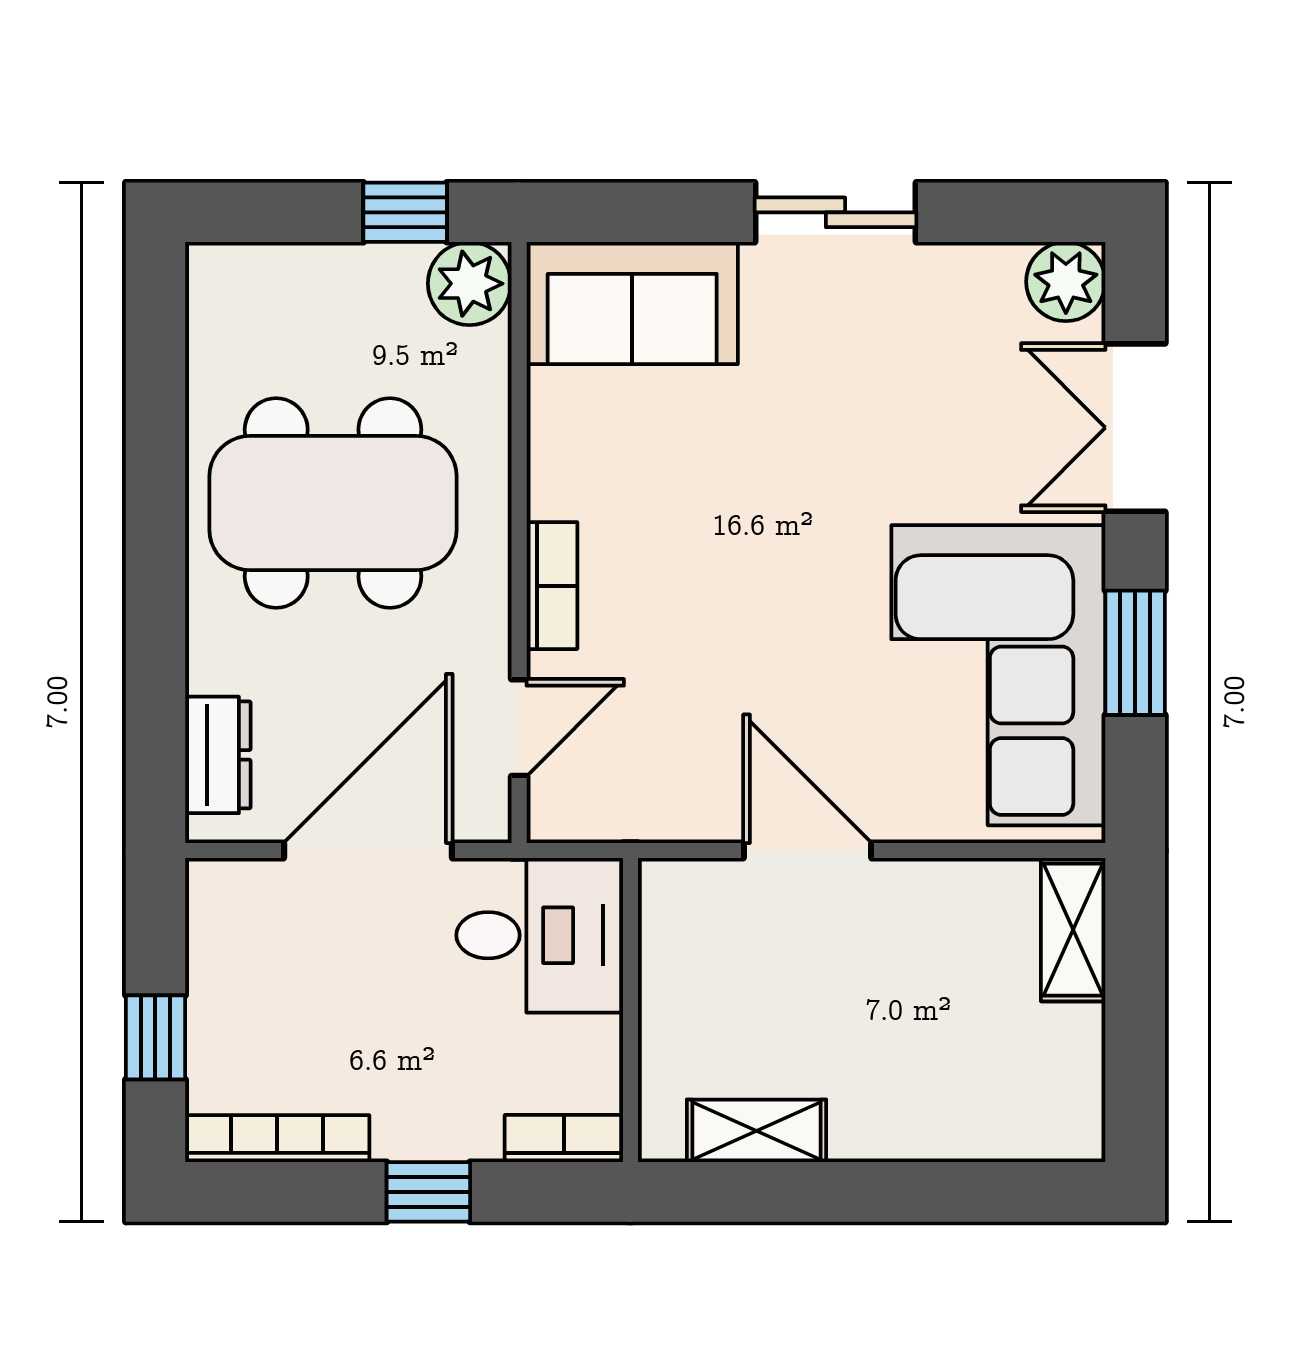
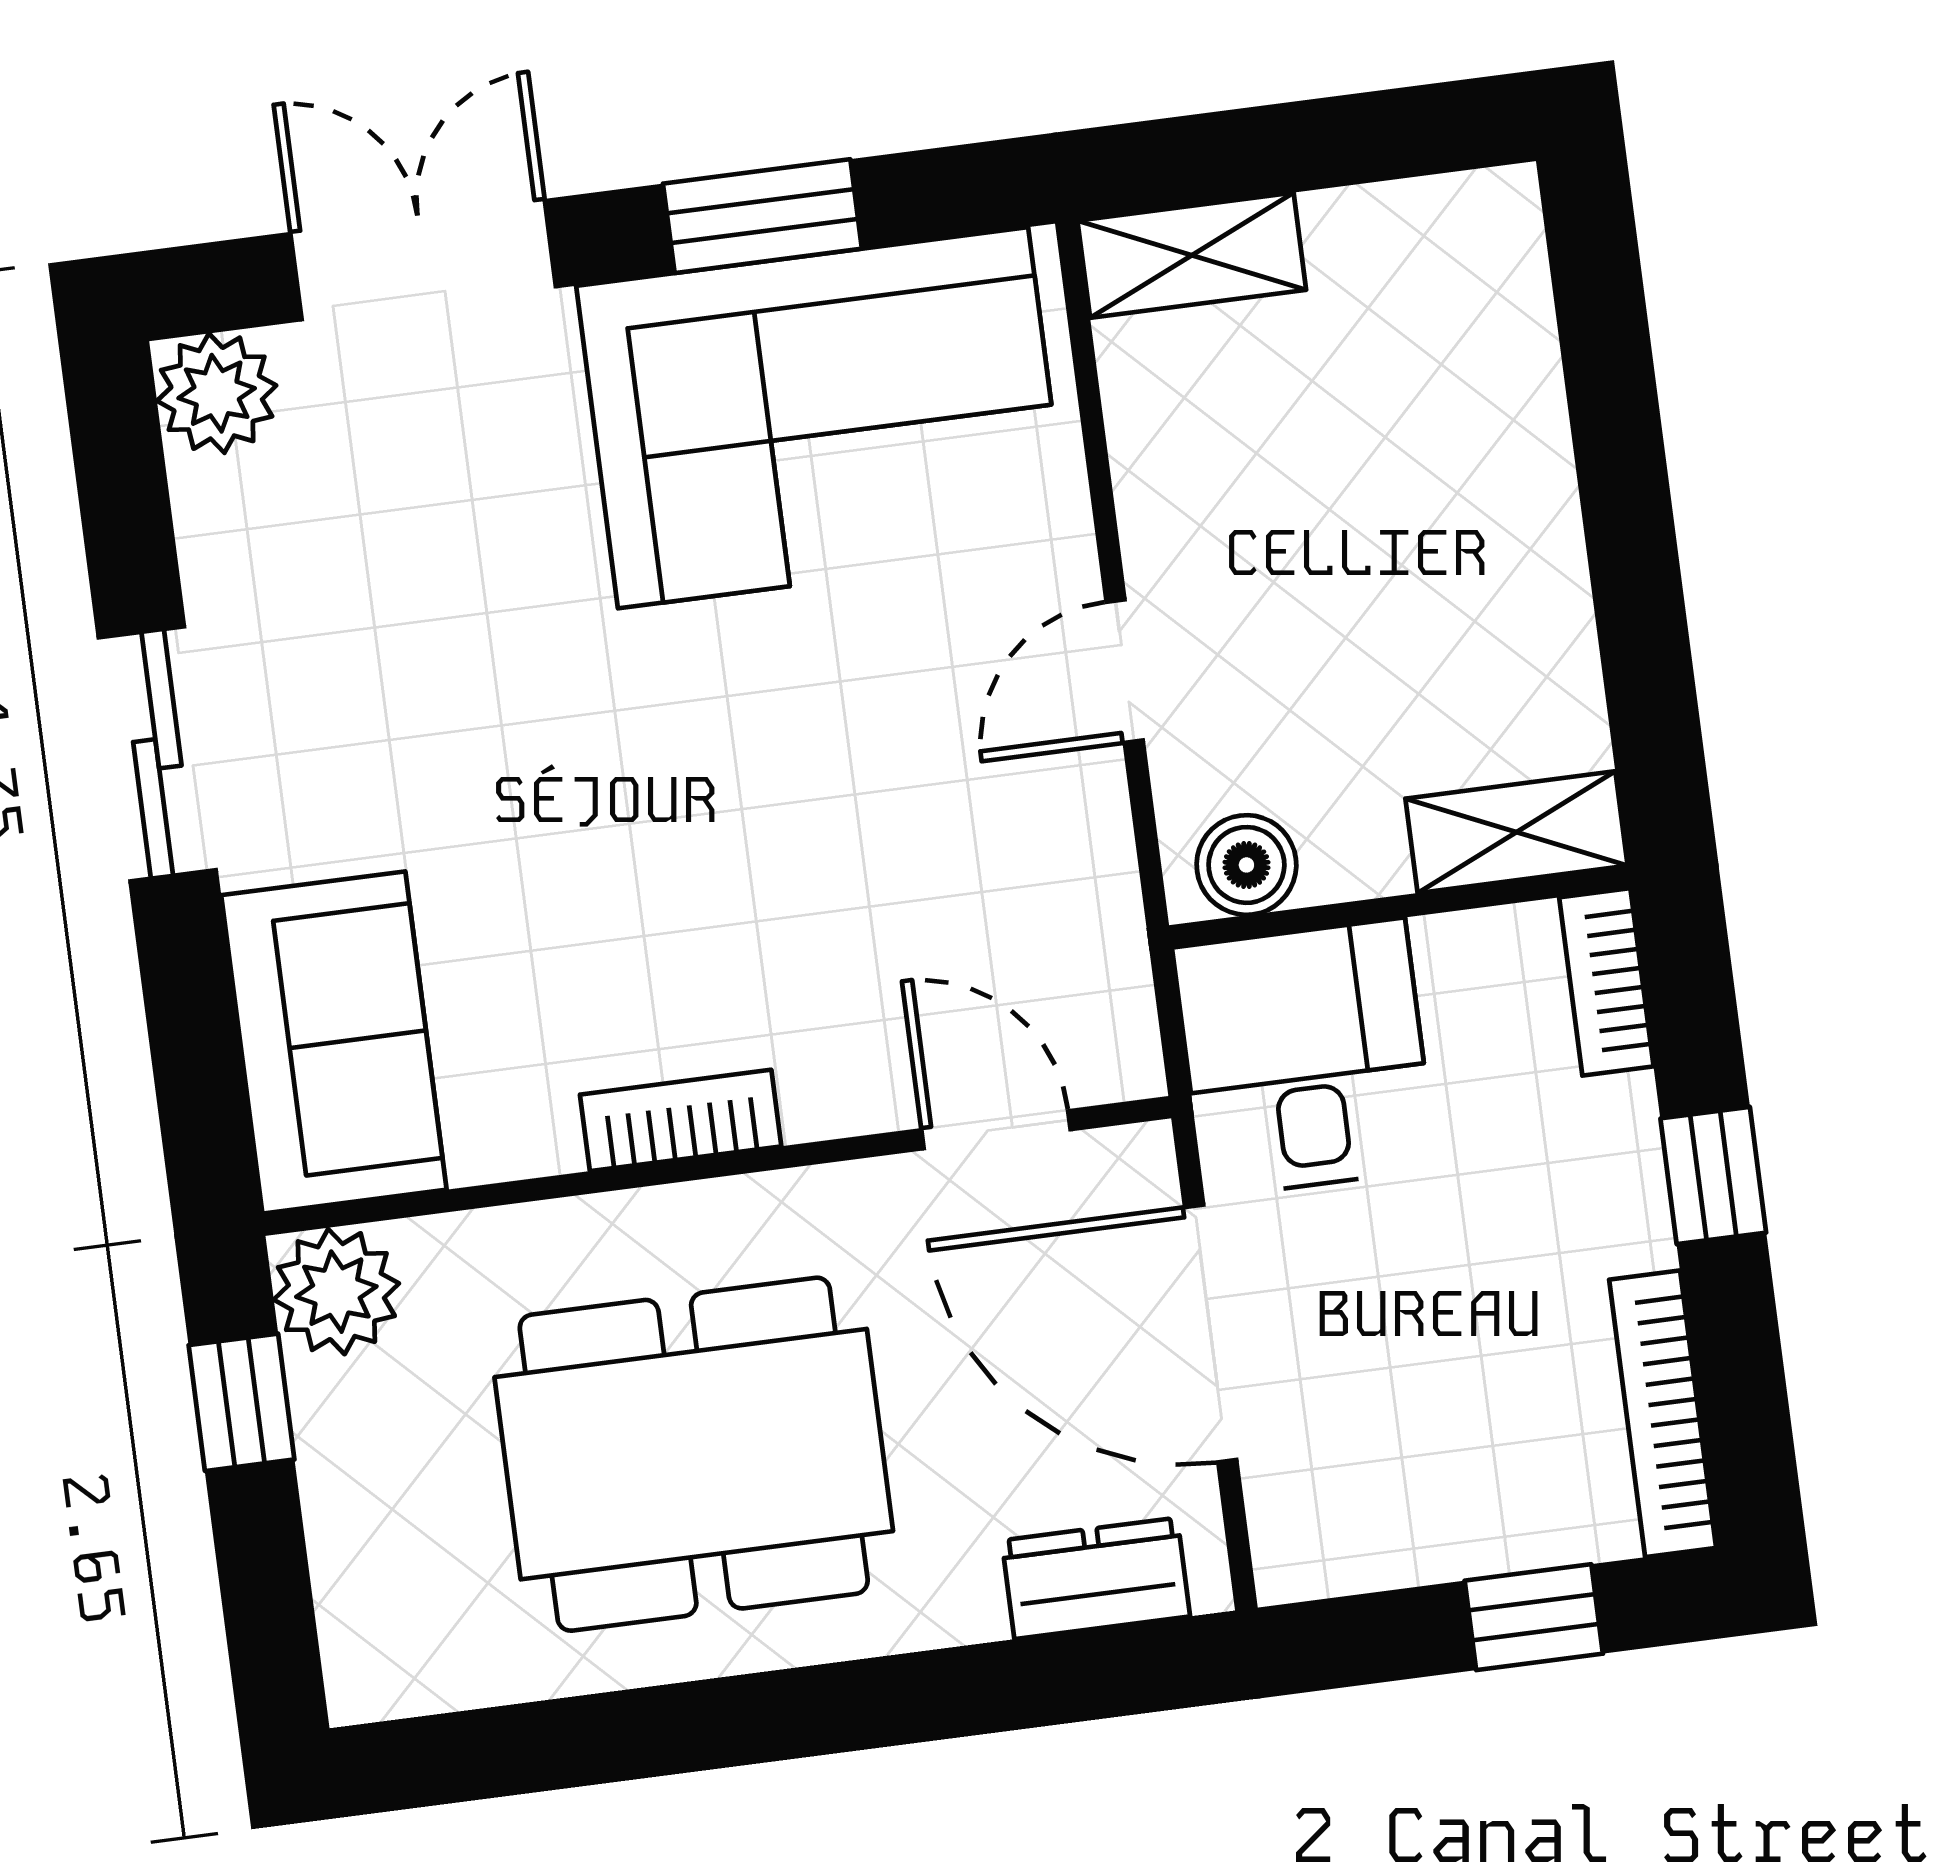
double door: (1135, 428) -> (423, 260), swing flipped
dining table: (333, 503) -> (694, 1454), turned 90
bookcase: (552, 586) -> (681, 1120), moved
door: (808, 851) -> (1125, 671), width x0.73
boiler: (671, 914) -> (1246, 865), added
shelving: (757, 1131) -> (1516, 832), moved, turned 90

